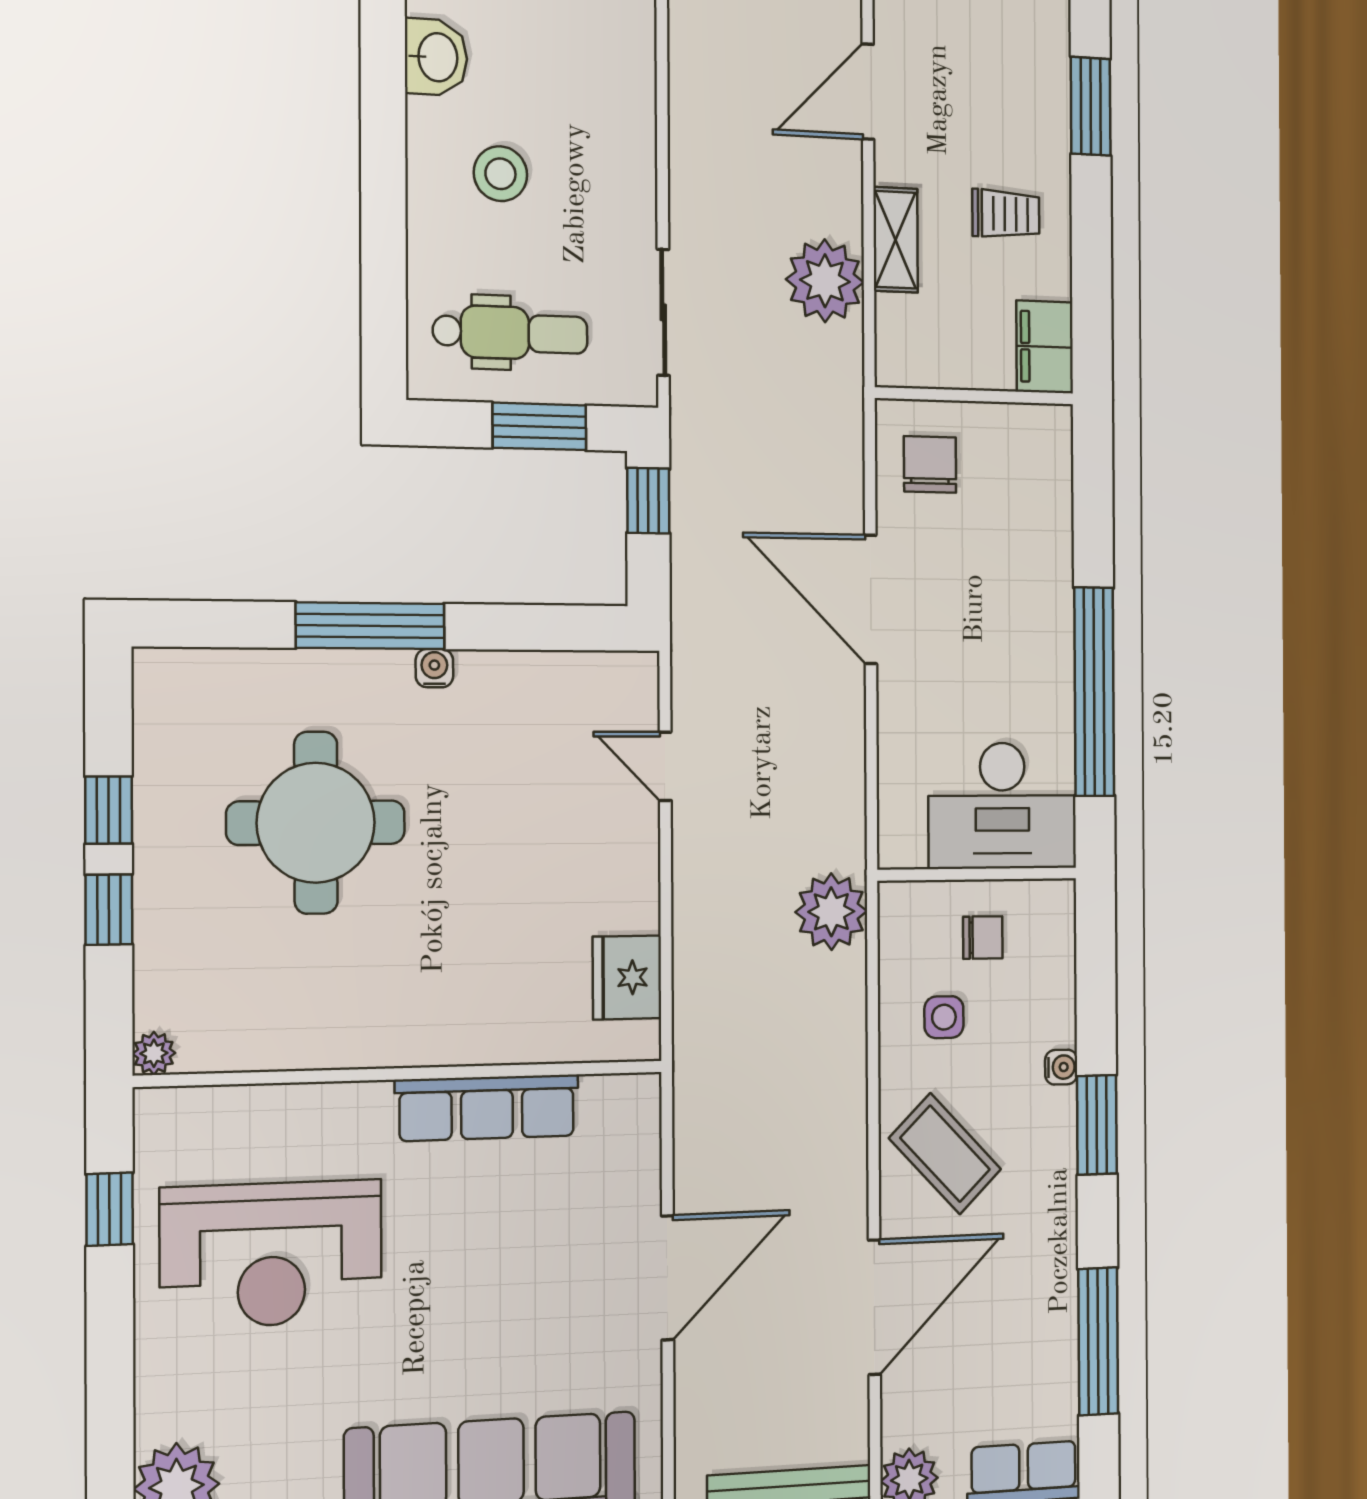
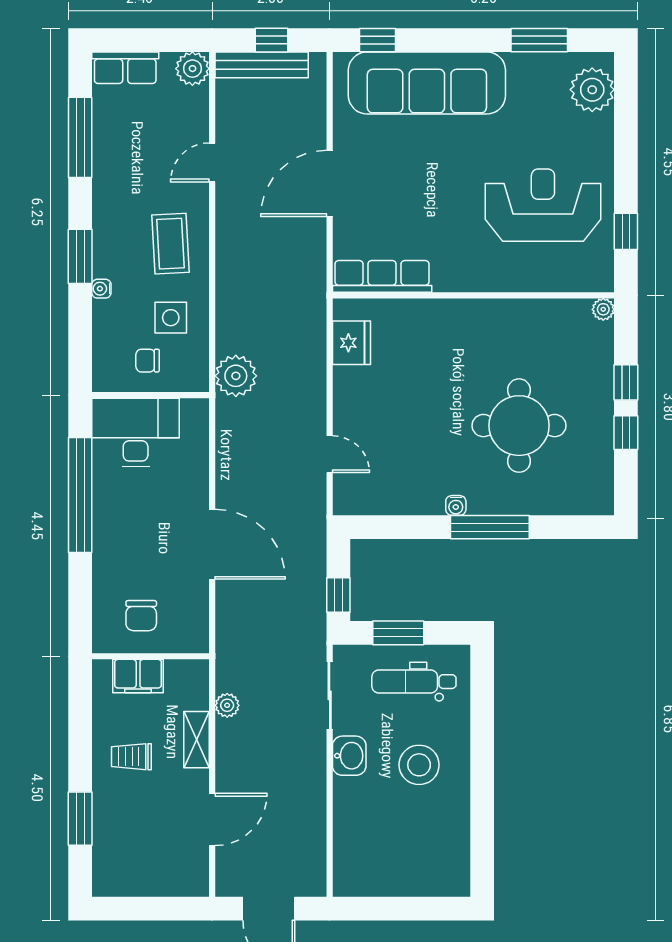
washbasin: (436, 57) -> (349, 756), moved, turned 180
stool: (500, 174) -> (419, 765), width x1.38, depth x1.38
plant: (825, 281) -> (227, 705), width x0.53, depth x0.53
filing cabinet: (1045, 347) -> (138, 676), moved, turned 90
chair: (930, 464) -> (141, 616), moved
side table: (944, 1017) -> (171, 318), width x1.37, depth x1.37
row of seats: (487, 1108) -> (382, 276), moved
coffee table: (945, 1154) -> (171, 244), turned 41
door: (874, 1307) -> (212, 162), width x0.53

